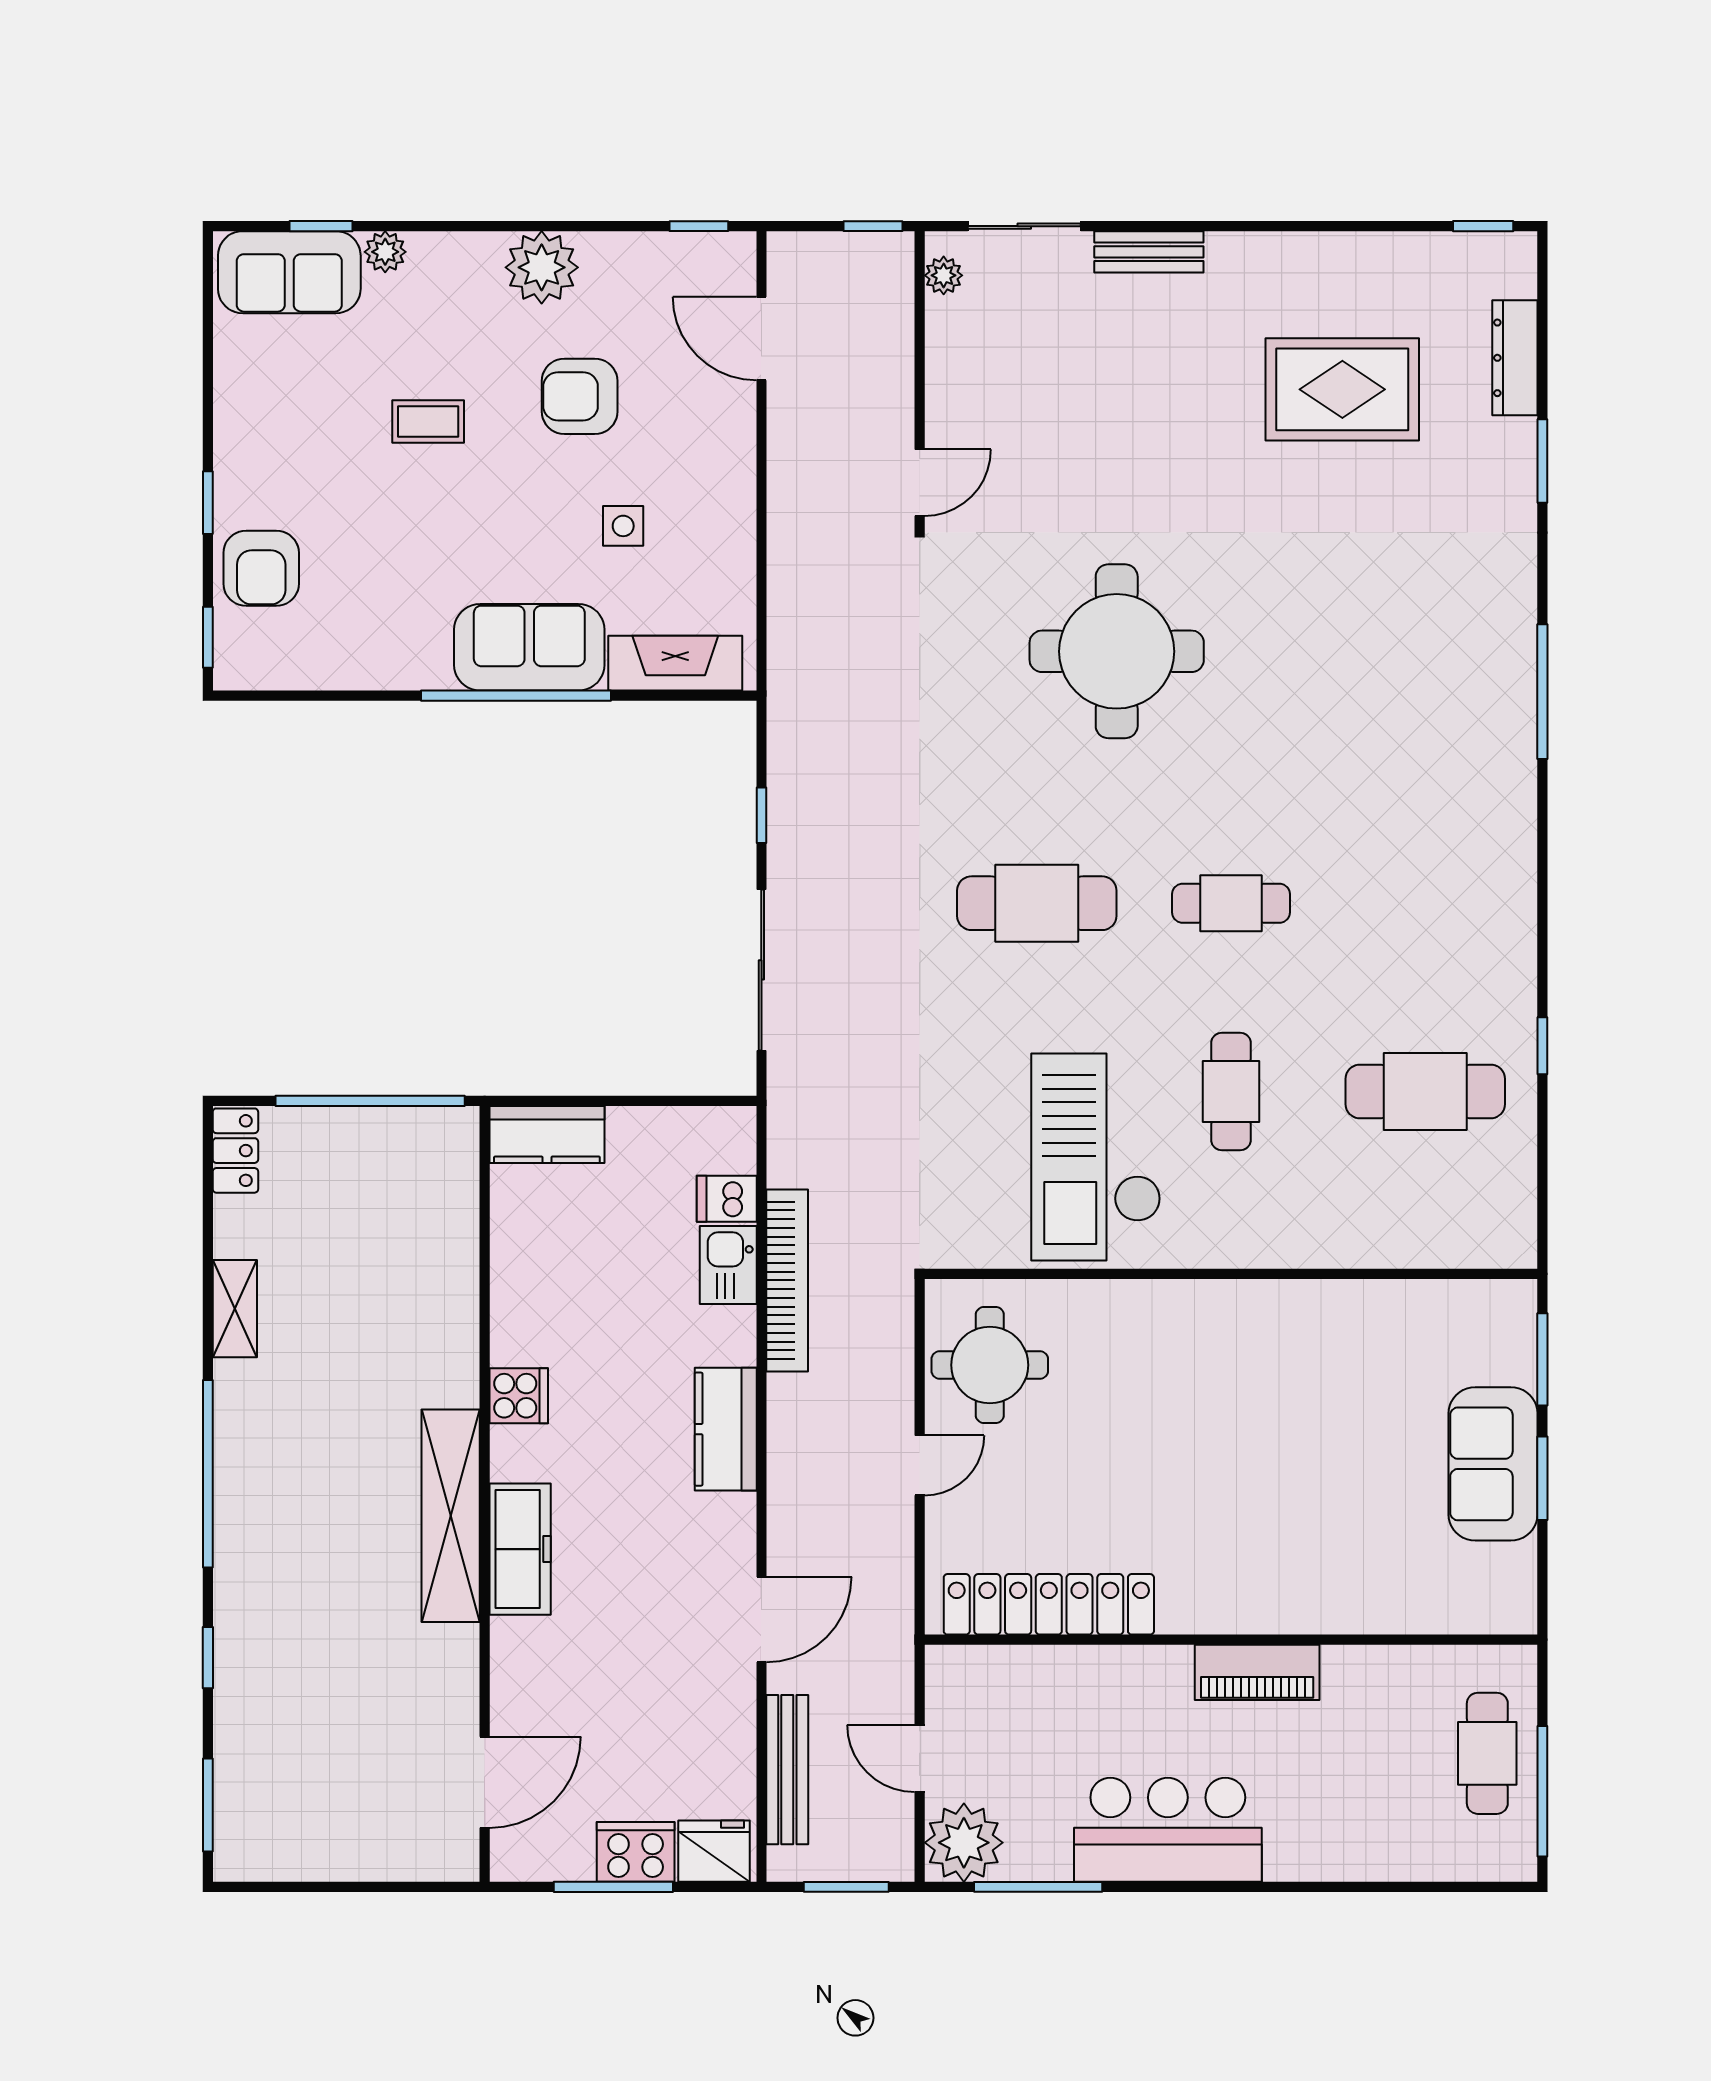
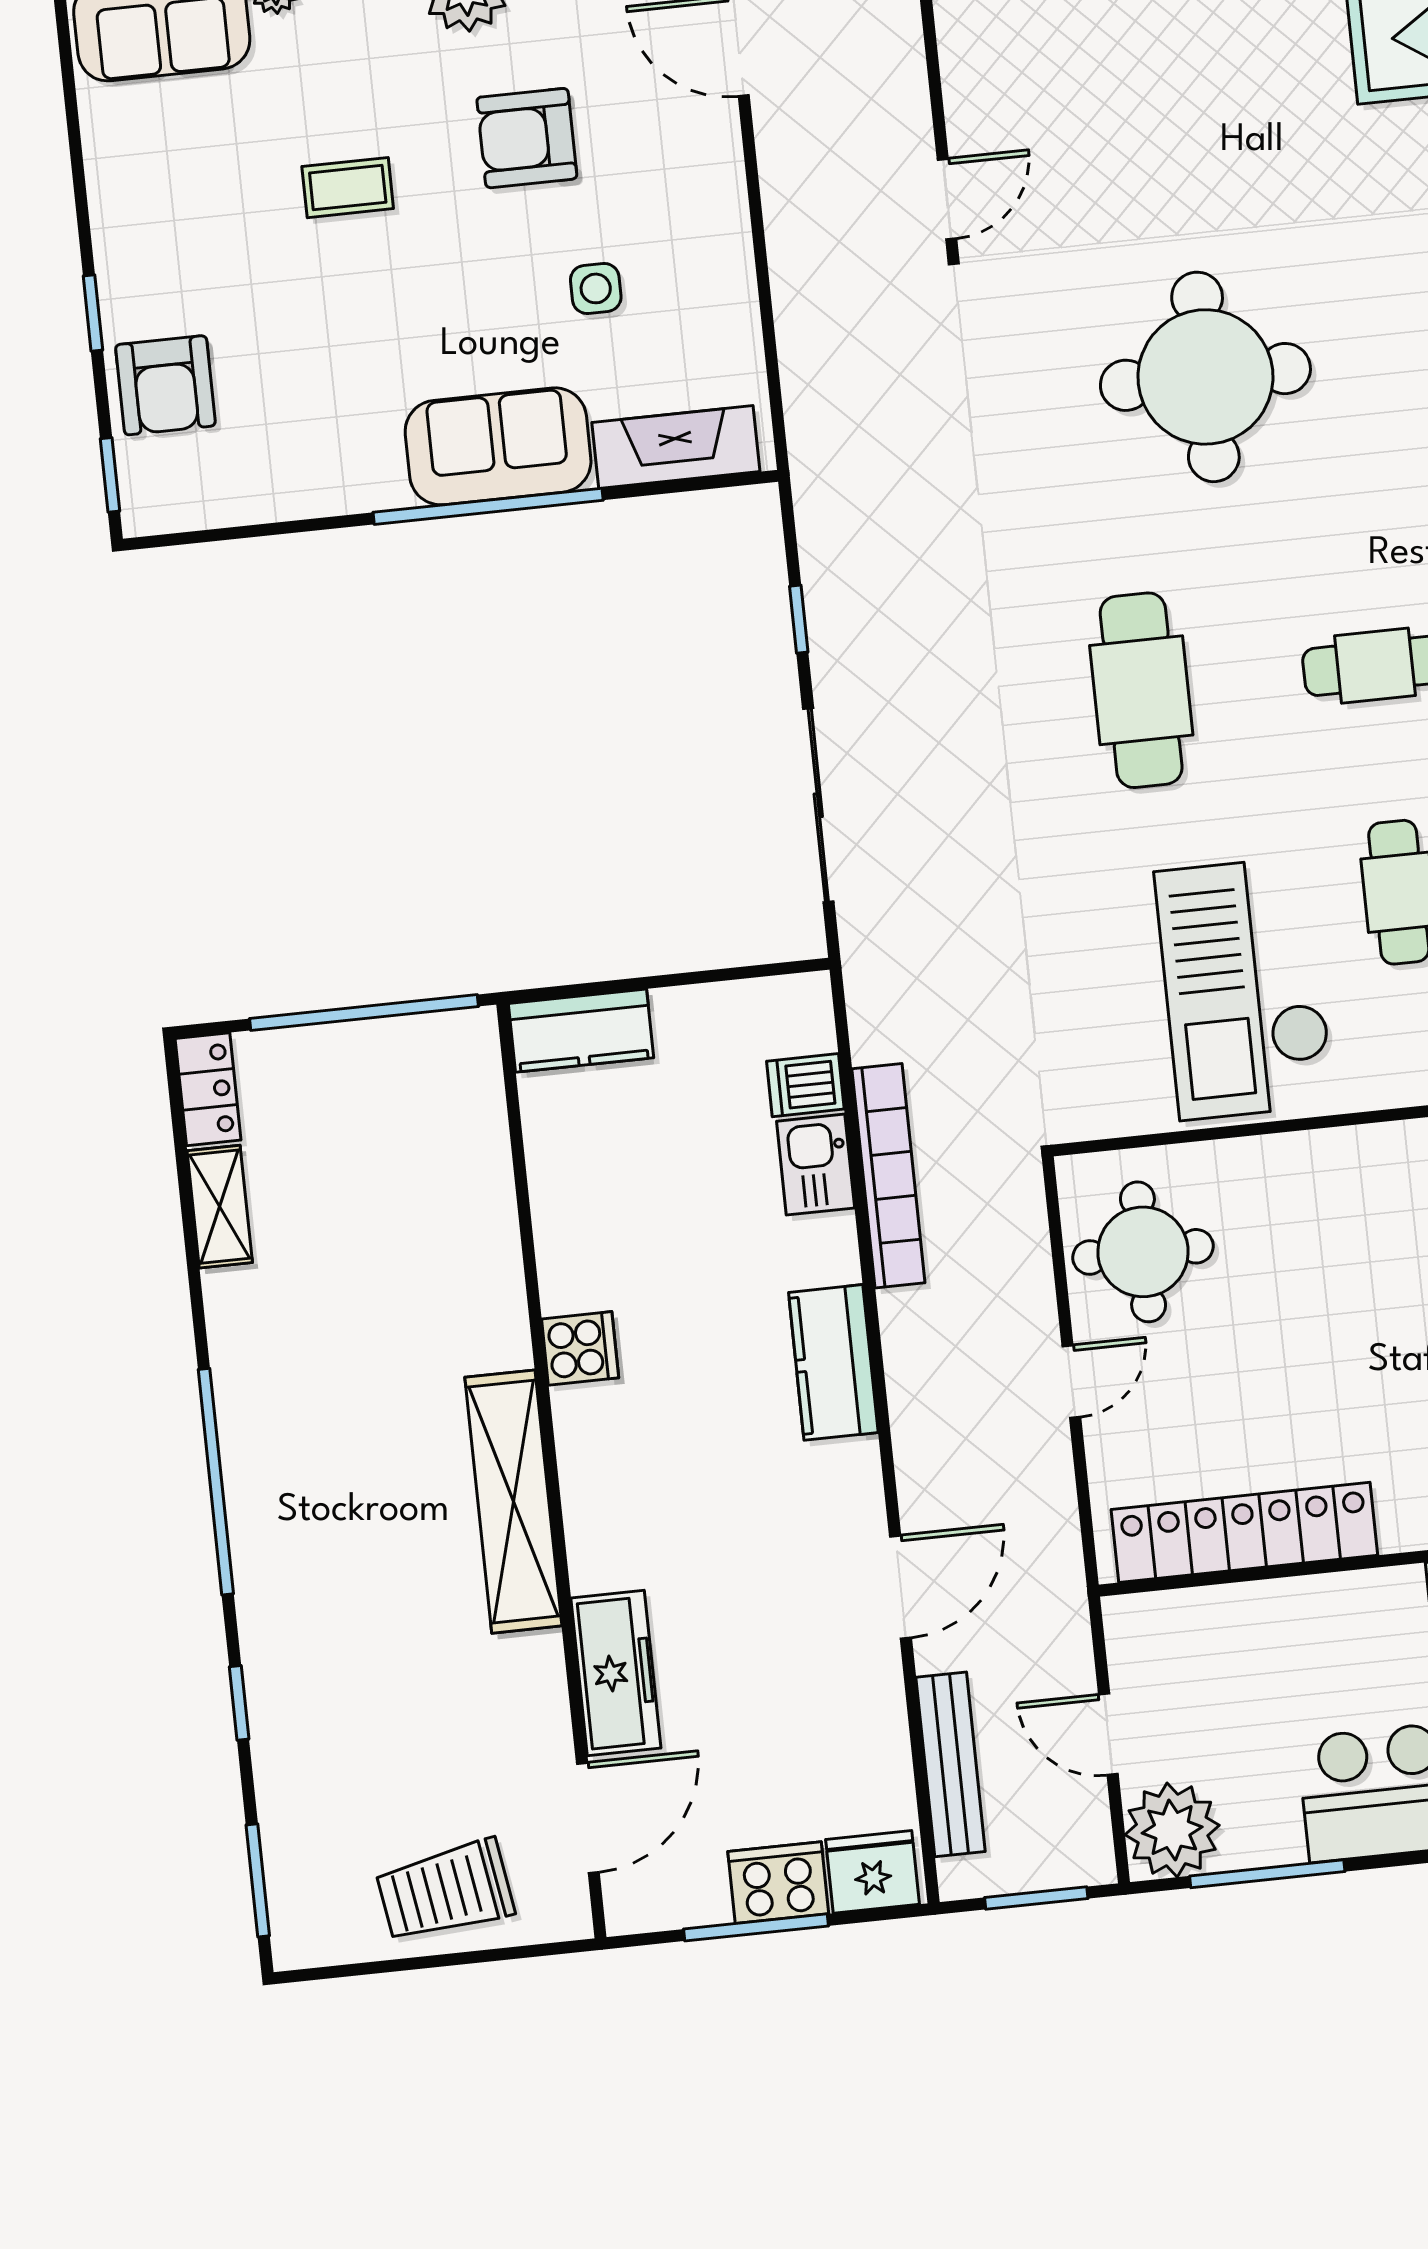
cafe table: (1037, 903) -> (1141, 690), turned 90
shelving: (235, 1309) -> (220, 1207), moved
freezer: (520, 1549) -> (616, 1673), moved
trolley: (361, 1830) -> (445, 1891), added

